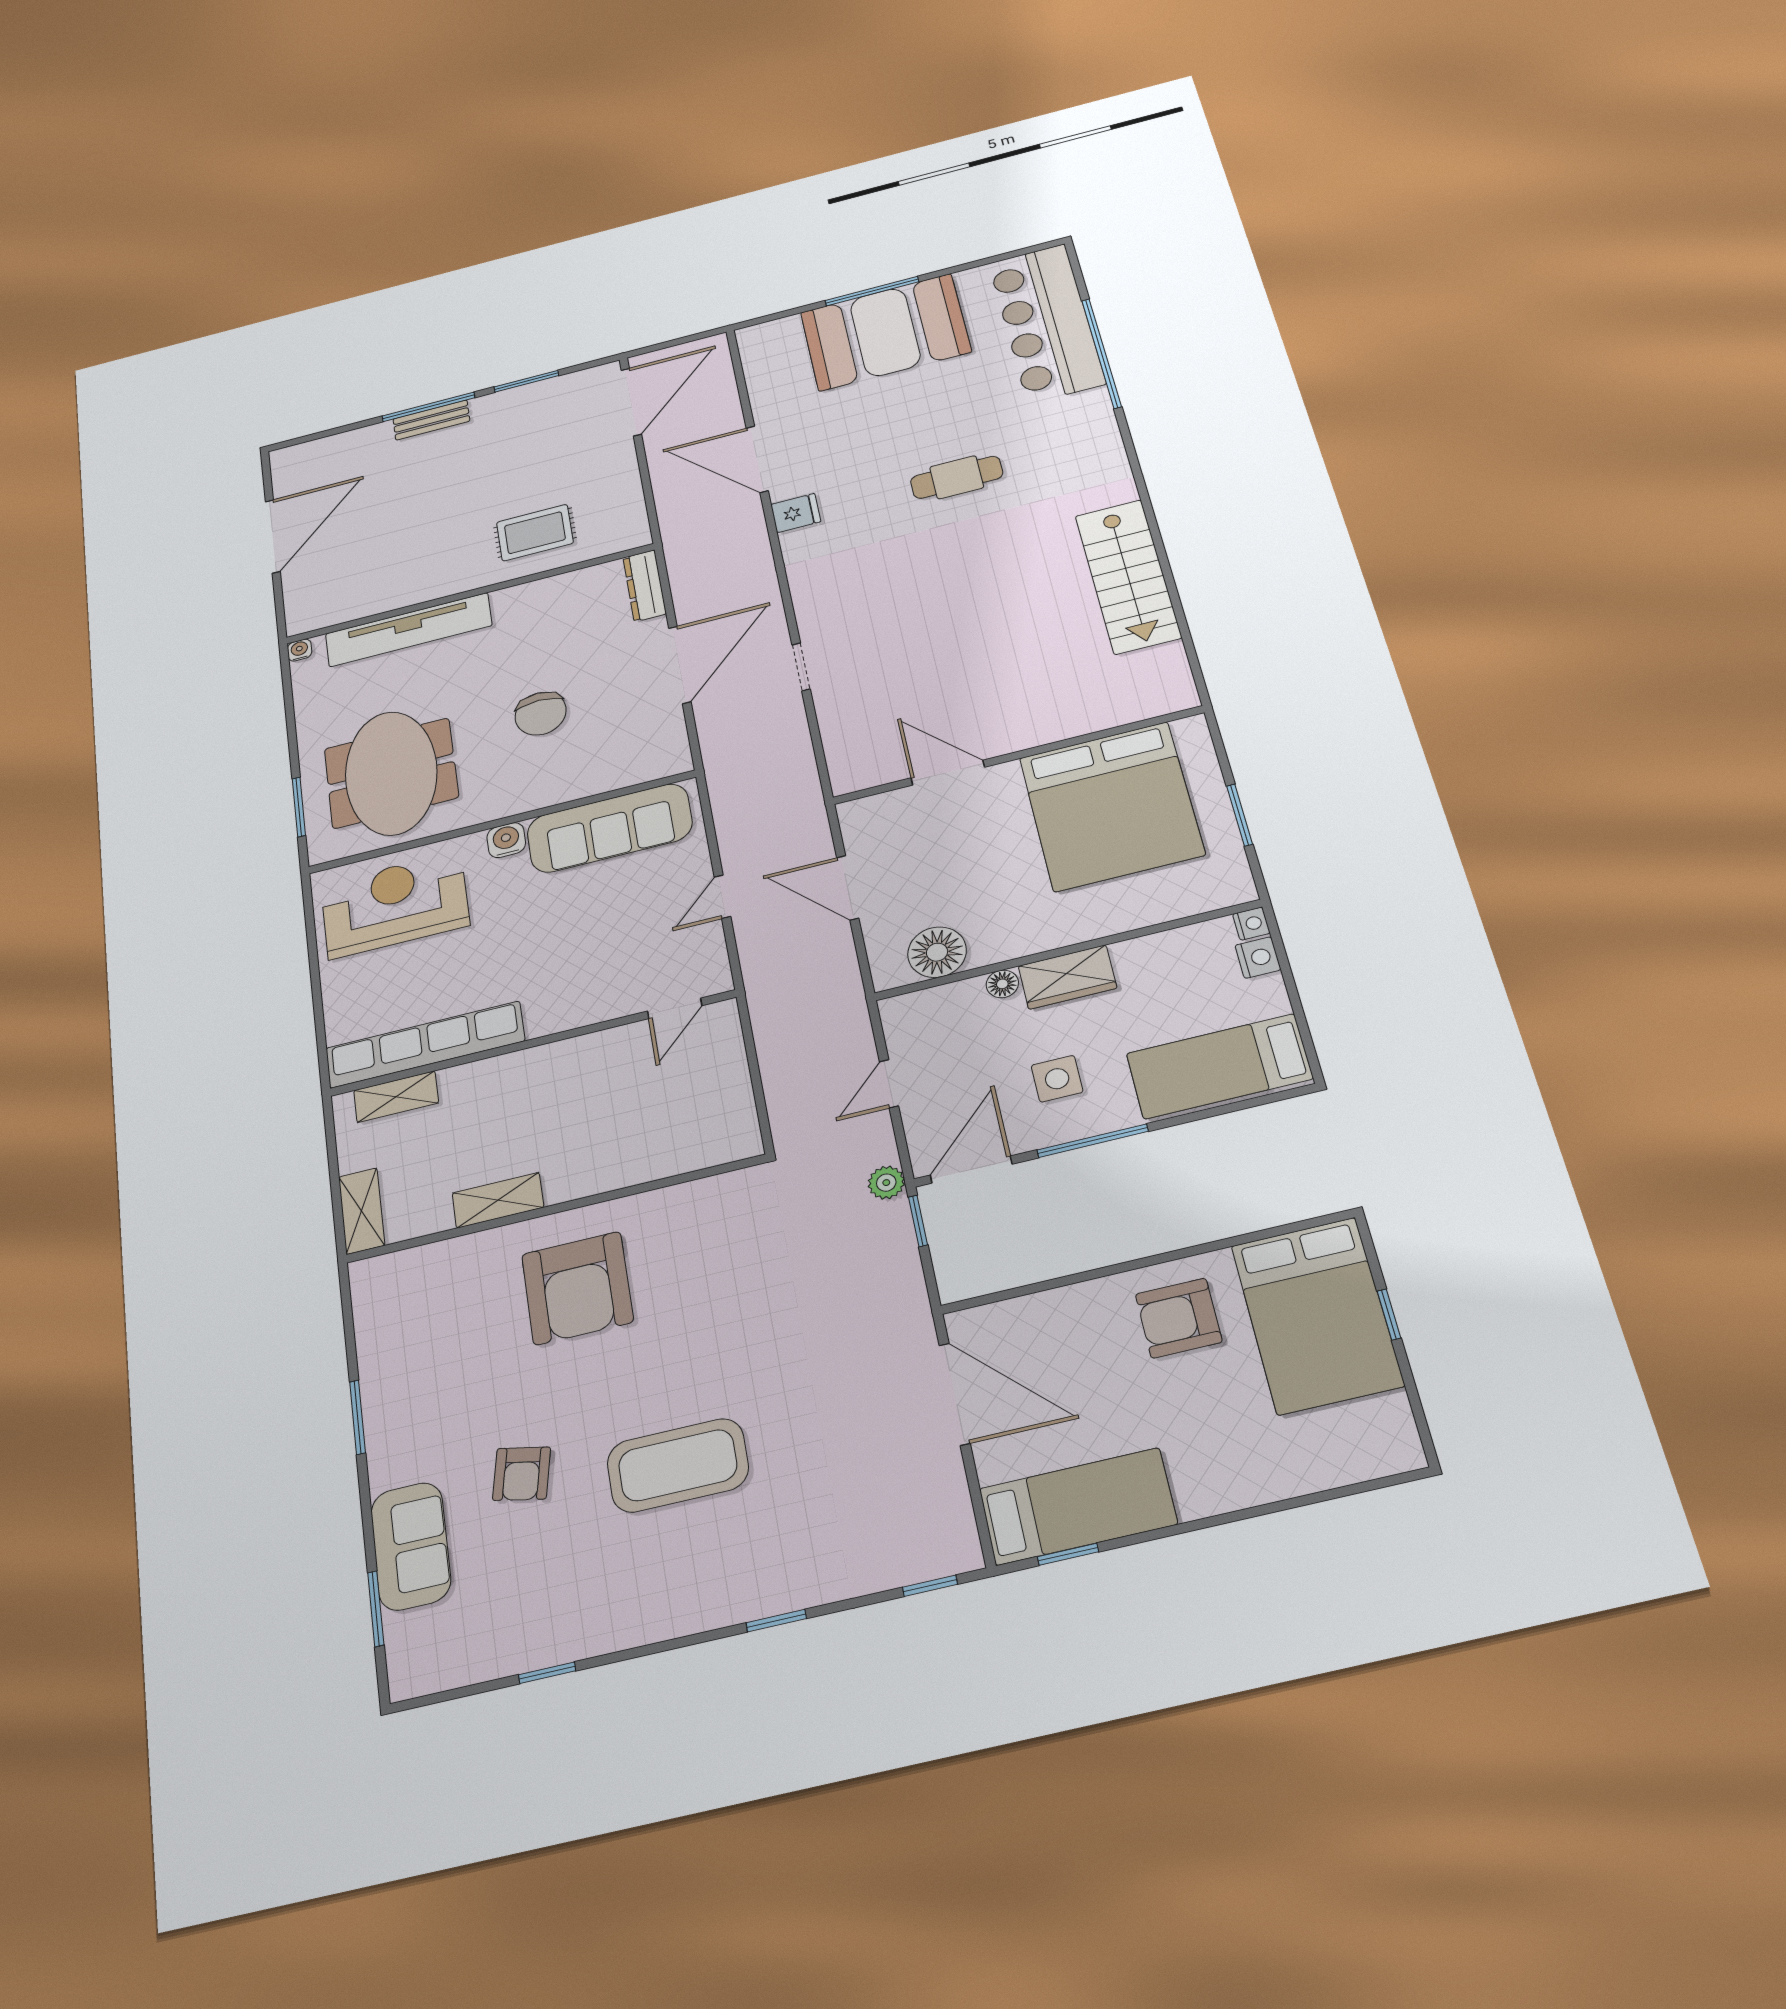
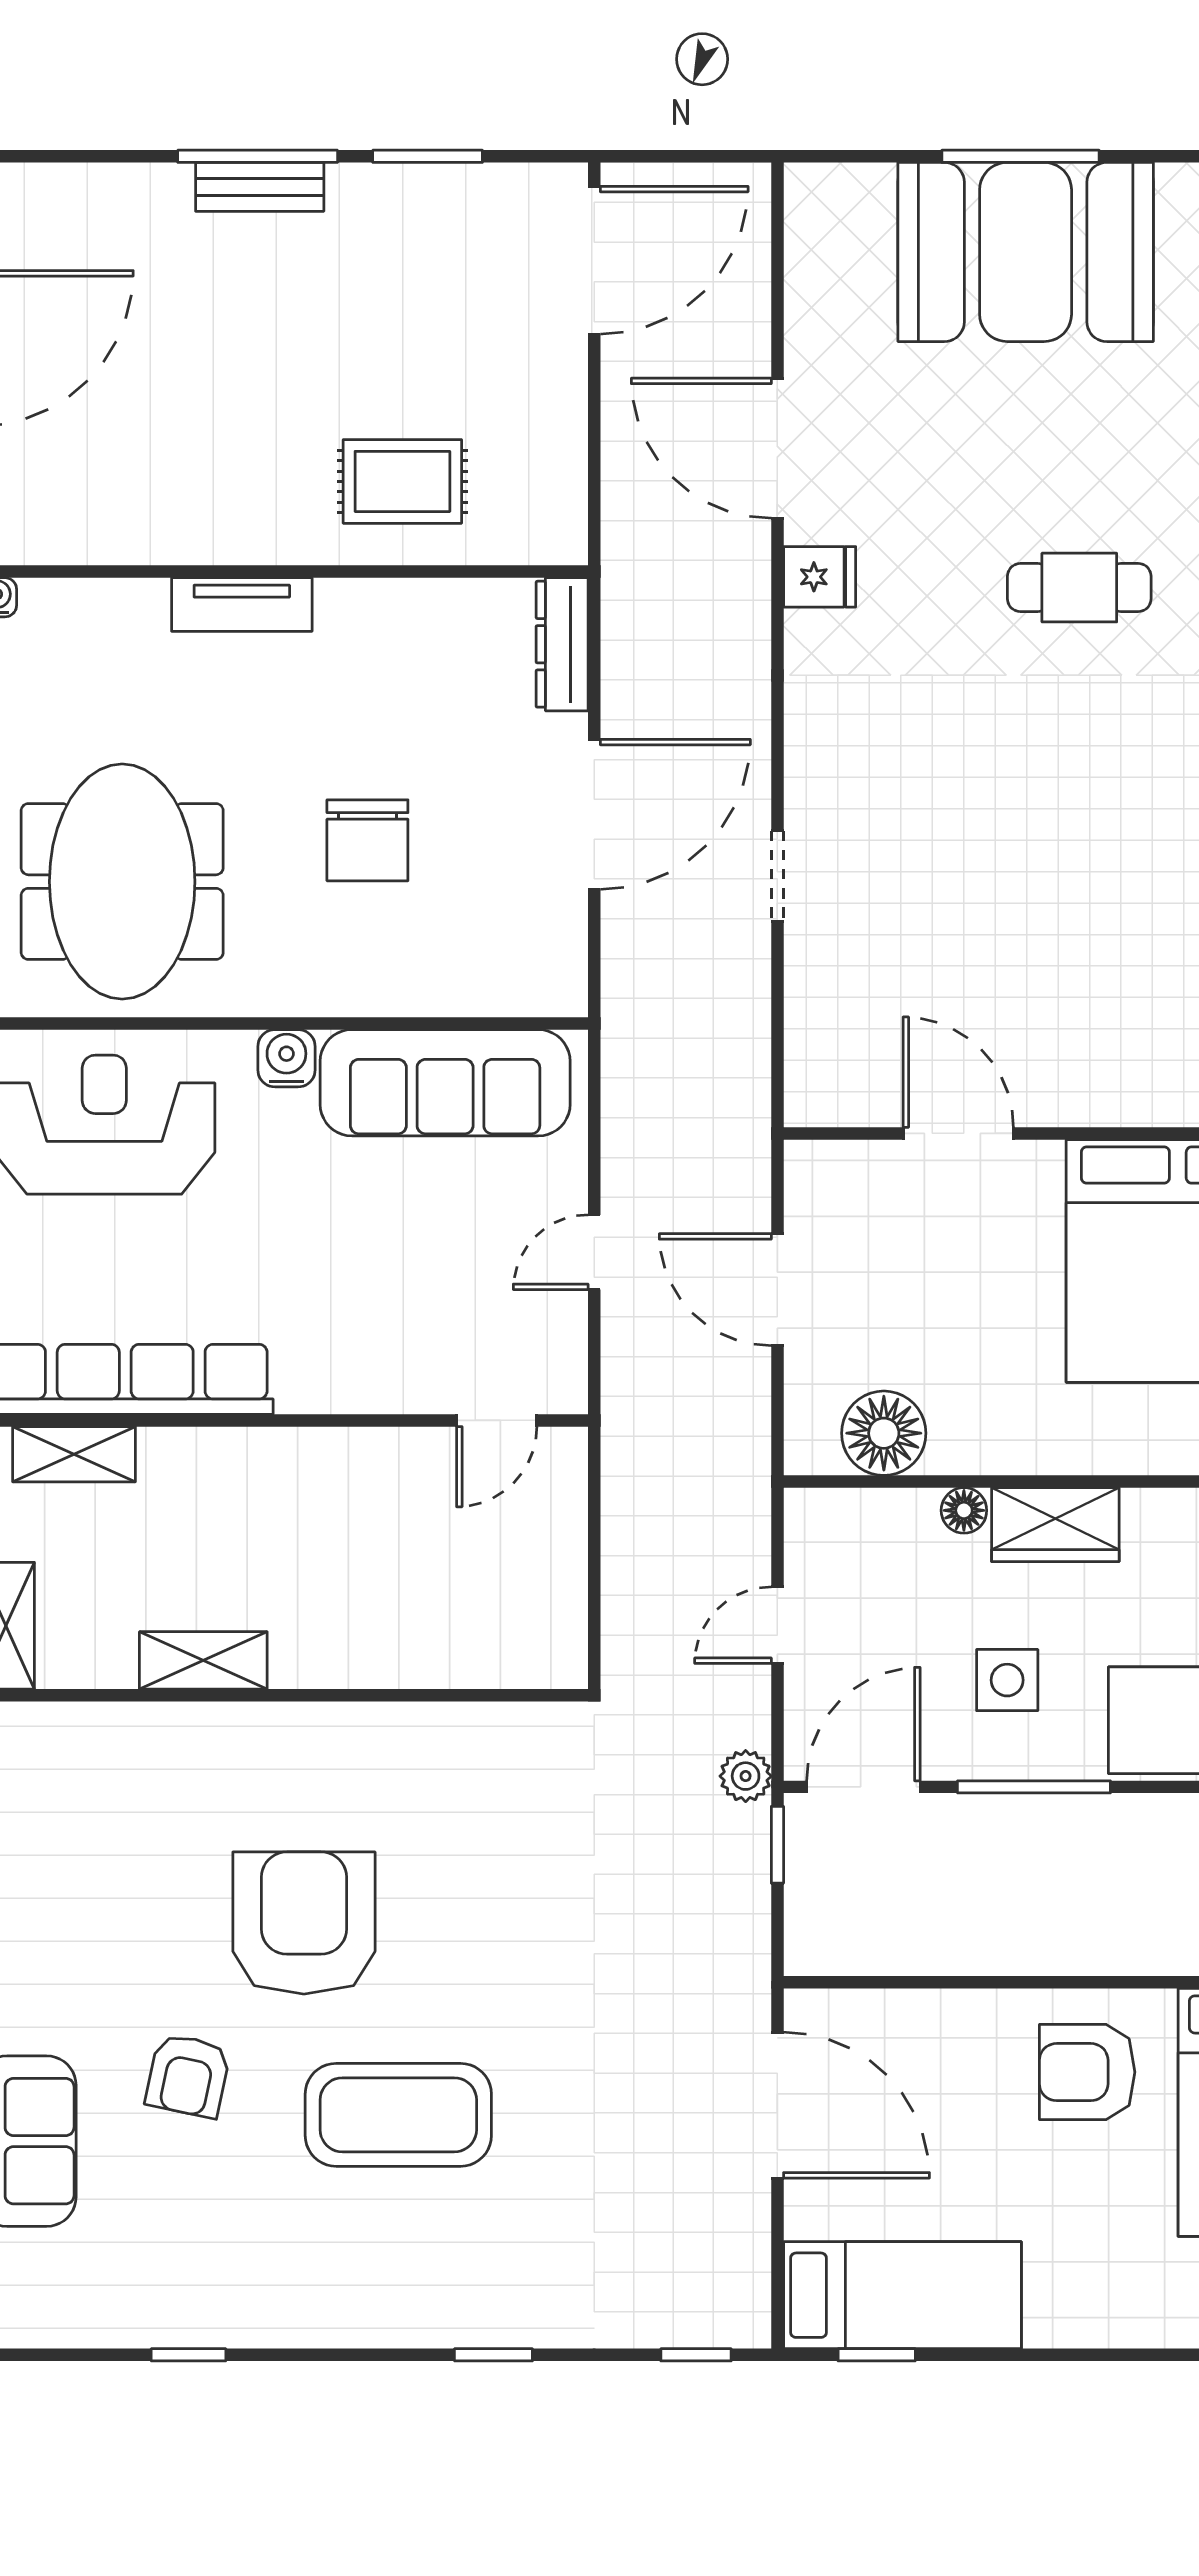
tv unit: (409, 630) -> (242, 605), width x0.52, depth x0.78
armchair: (577, 1288) -> (304, 1923), moved, turned 180

